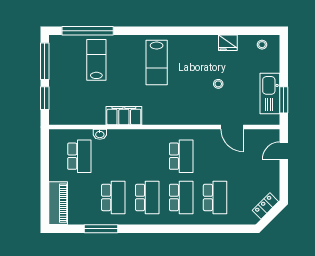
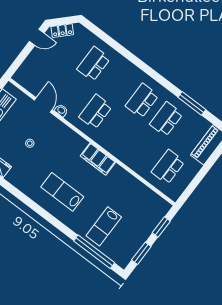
window: (45, 61) -> (141, 253), width x0.69
lab bench: (157, 62) -> (62, 192), turned -90
filing cabinet: (124, 116) -> (98, 159), moved
washbasin: (100, 134) -> (61, 110), moved
door: (284, 151) -> (37, 37), moved
school desk: (181, 197) -> (118, 82), removed

